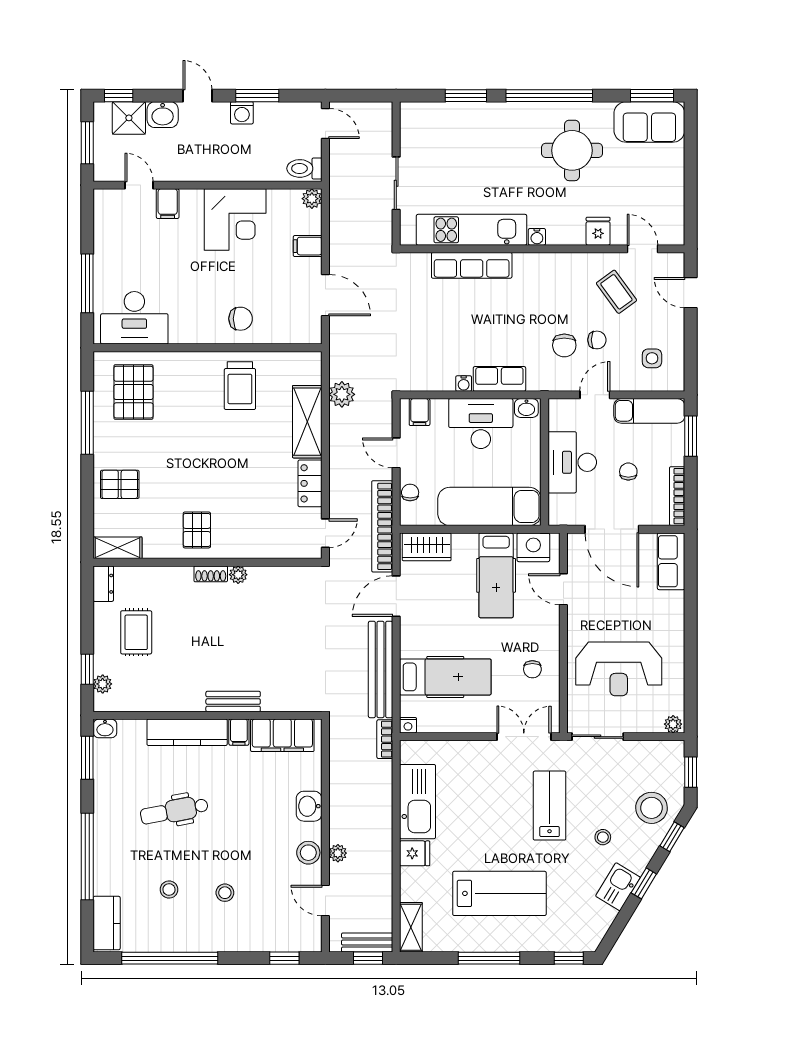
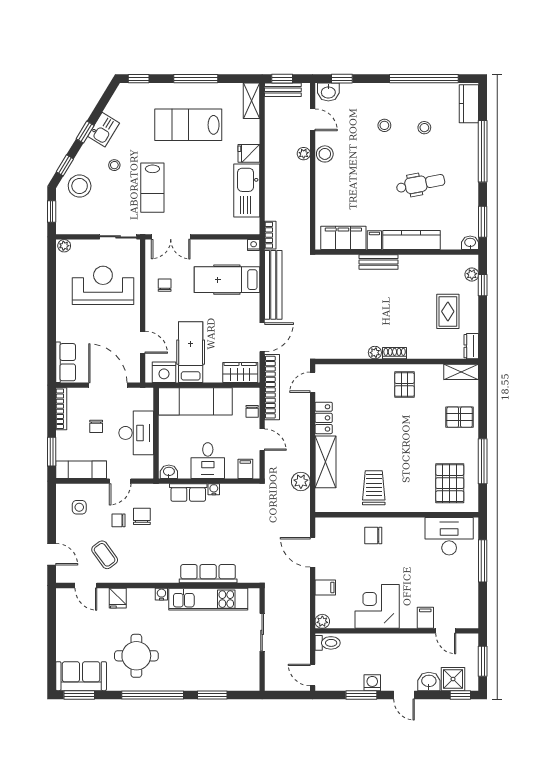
desk: (481, 424) -> (208, 461), width x0.73
washbasin: (309, 806) -> (328, 92), moved, turned 90

